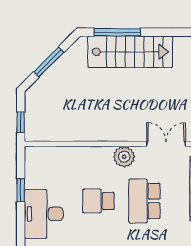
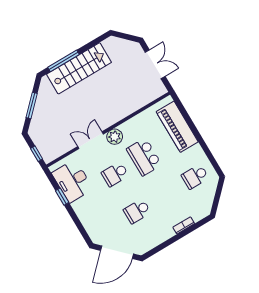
double door: (166, 144) -> (91, 140), moved
desk: (44, 214) -> (72, 181), moved

